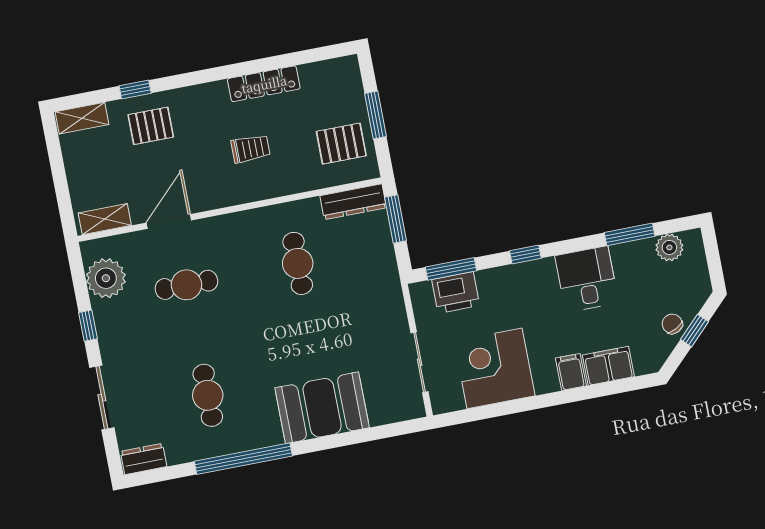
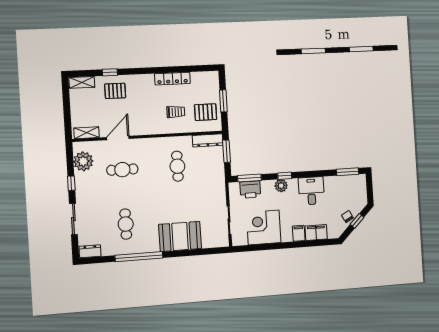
trolley: (251, 149) -> (176, 112), moved
window: (630, 234) -> (347, 172), moved
plant: (669, 247) -> (281, 186), moved

